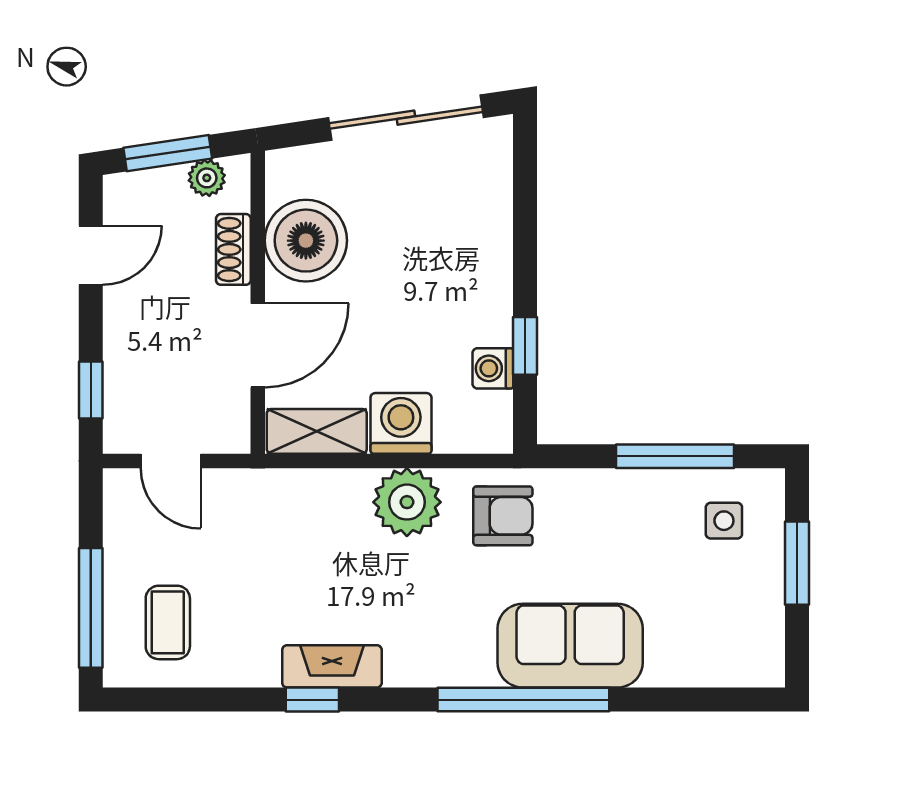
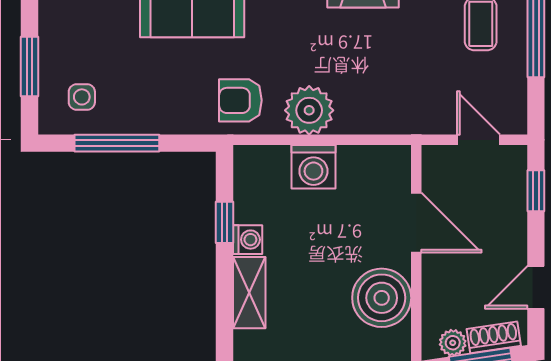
shoe rack: (233, 249) -> (494, 337), moved, turned -98
door: (258, 345) -> (416, 223), swing flipped
washing machine: (493, 368) -> (248, 240), moved
shelving: (317, 431) -> (249, 293), moved, turned 90

